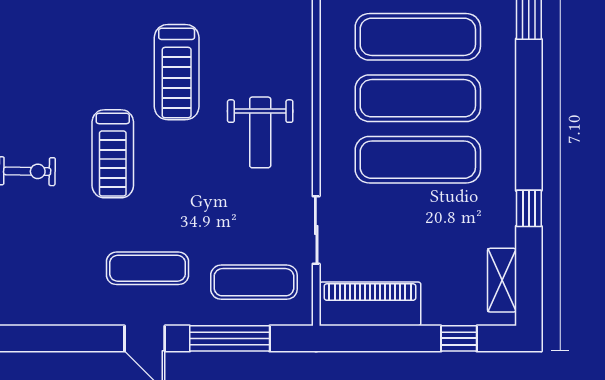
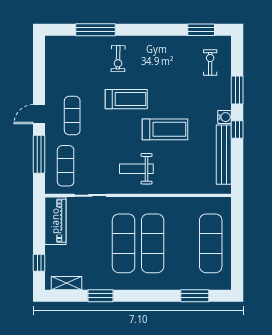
exercise mat: (418, 37) -> (182, 243), removed
treadmill: (177, 72) -> (165, 129), turned 180
treadmill: (113, 154) -> (126, 99), turned 180
window: (529, 208) -> (100, 296), width x1.50

